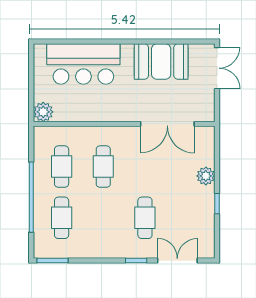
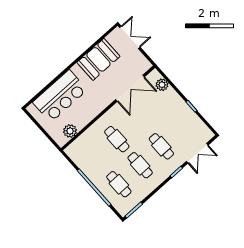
plant: (43, 112) -> (70, 131), moved
cafe table: (62, 167) -> (140, 165), moved
plant: (206, 176) -> (162, 85), moved
double door: (177, 261) -> (197, 153), swing flipped

